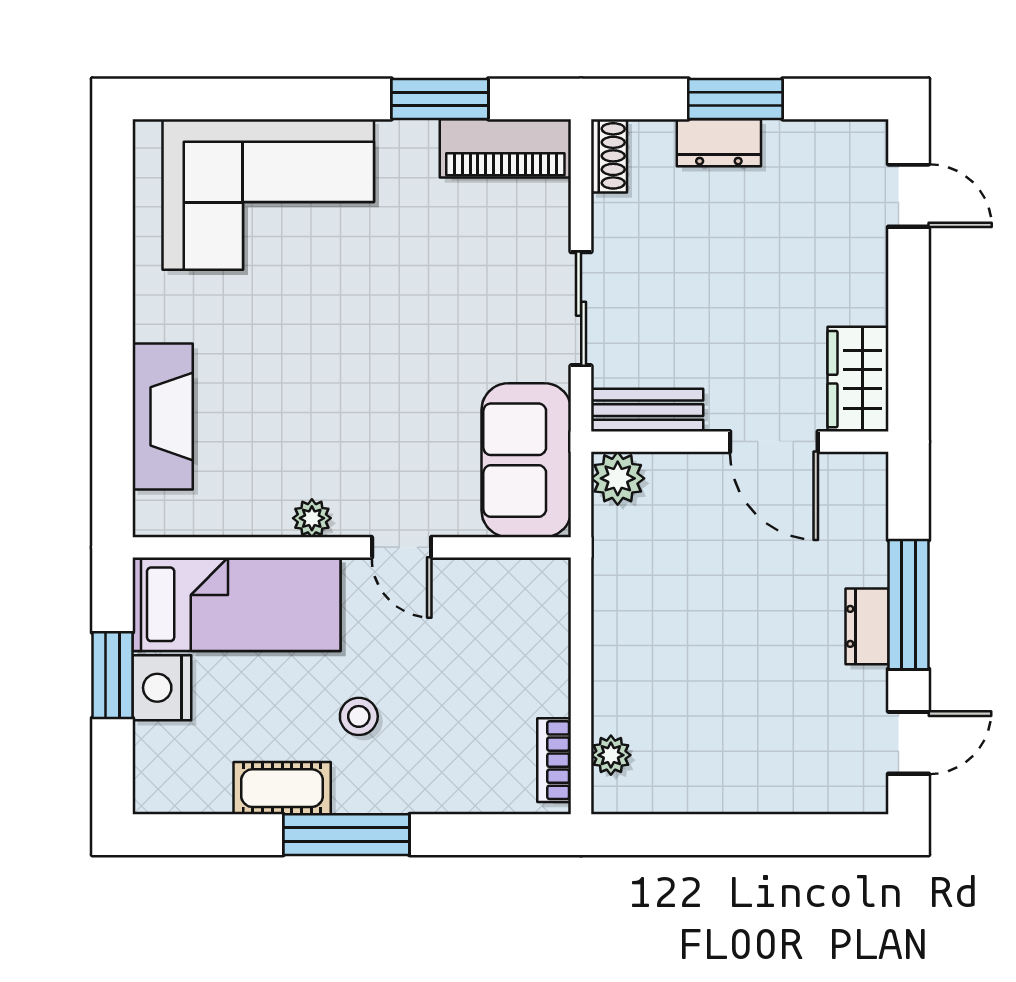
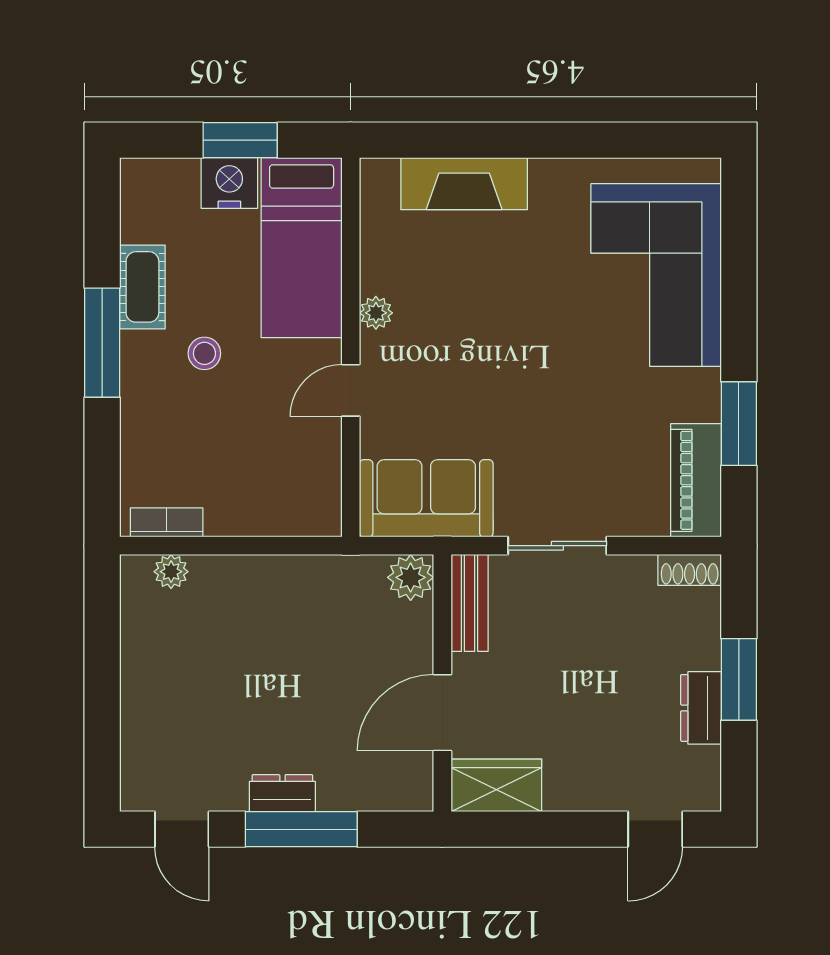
dresser: (719, 143) -> (701, 708), moved

